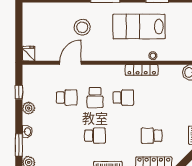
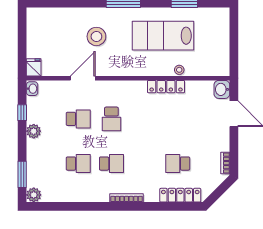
school desk: (123, 98) -> (78, 164), moved
washbasin: (27, 132) -> (32, 89), moved

